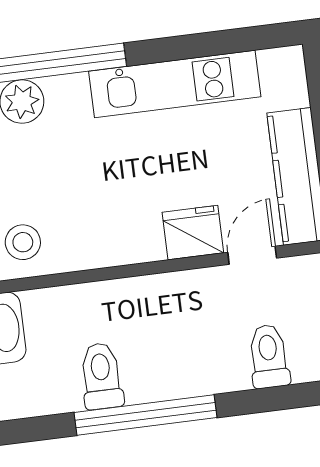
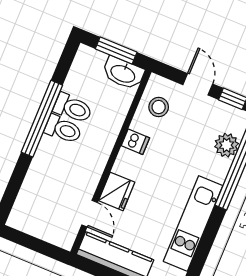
dishwasher: (98, 248) -> (135, 142), added
toilet: (269, 356) -> (63, 129), moved

